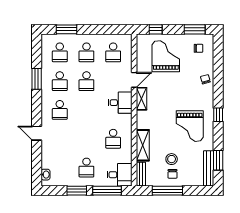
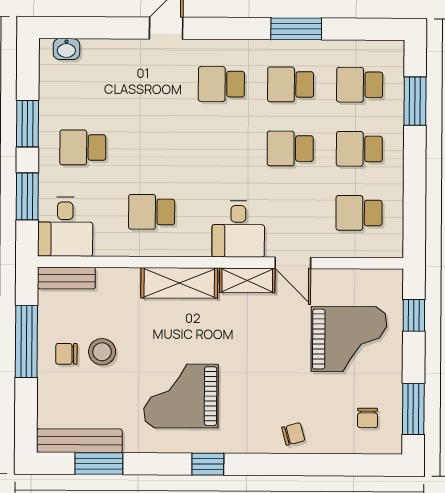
shelving: (143, 145) -> (179, 283), moved
window: (107, 191) -> (27, 196), width x0.69

